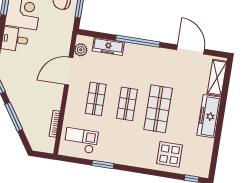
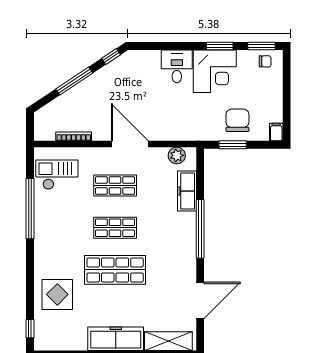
door: (69, 71) -> (130, 144), moved
checkout: (81, 141) -> (57, 175), turned -90
window: (103, 165) -> (30, 209), width x2.11

